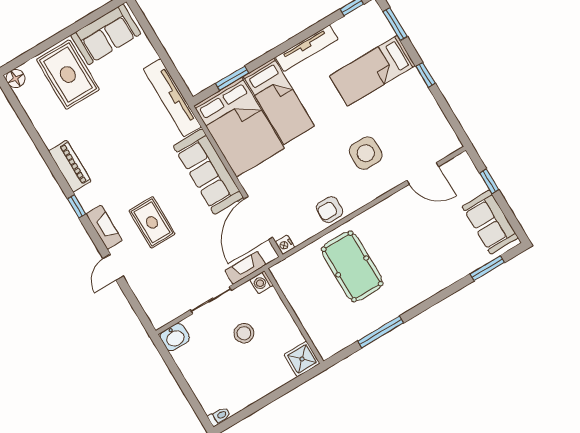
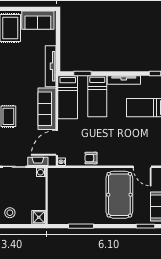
bed: (239, 127) -> (68, 97), width x0.67
side table: (366, 153) -> (122, 143), removed
pool table: (352, 266) -> (119, 195), moved, width x1.36, depth x1.32
stool: (244, 333) -> (10, 213), moved

